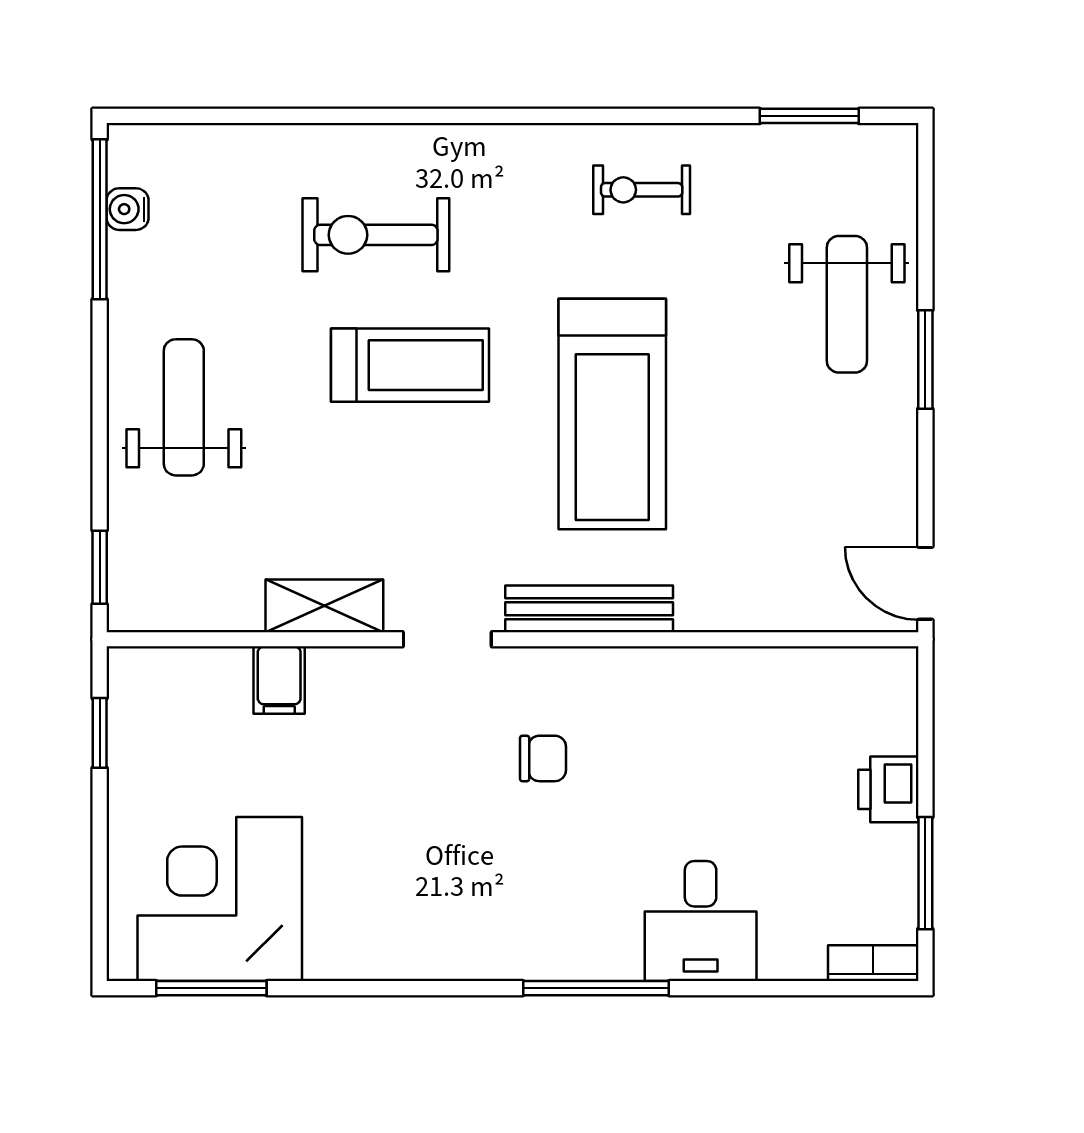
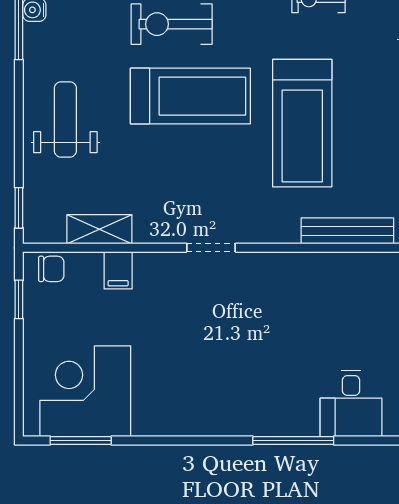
treadmill: (410, 365) -> (190, 96), width x1.37, depth x1.38
shelving: (324, 606) -> (99, 229), moved
bench: (589, 609) -> (347, 231), moved
chair: (543, 758) -> (51, 269), moved

